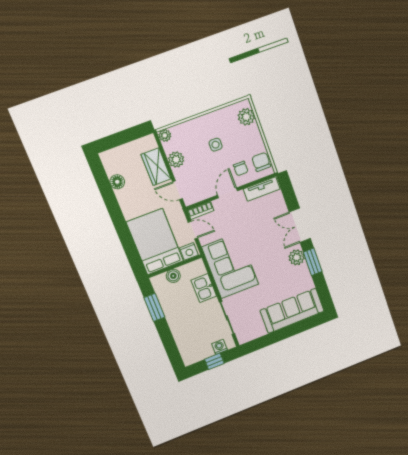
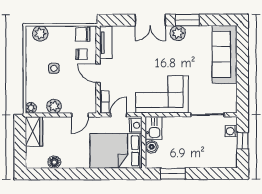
wardrobe: (156, 167) -> (34, 131), moved, turned -90
kitchen sink: (204, 288) -> (154, 128), moved, turned -90

